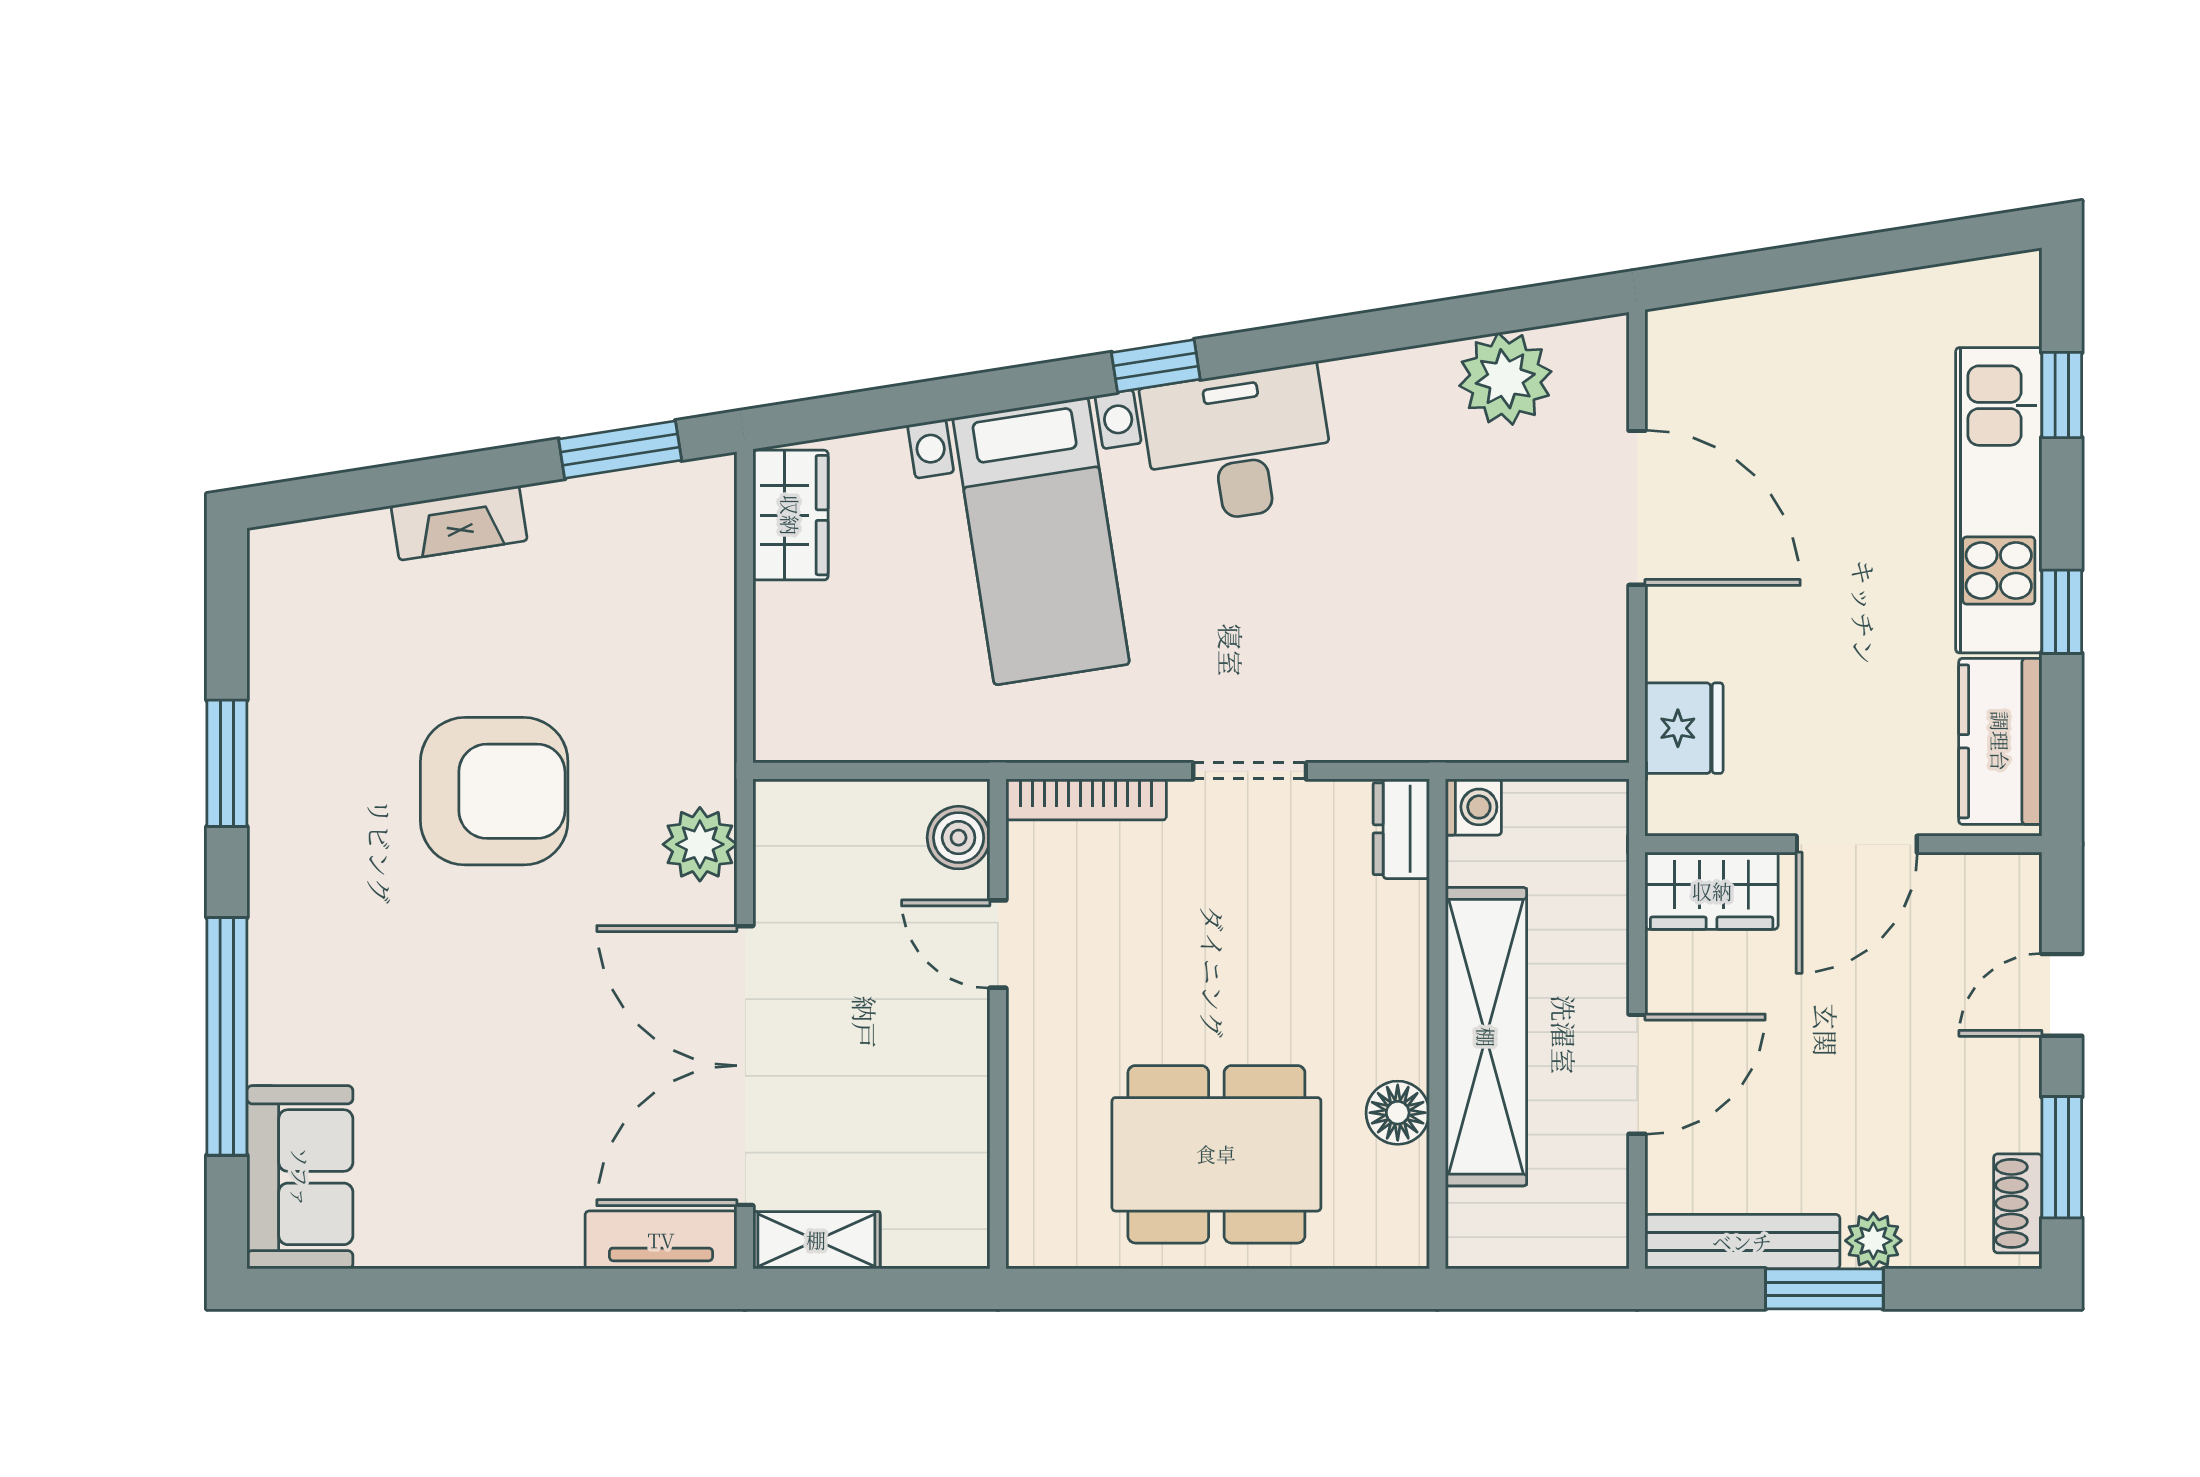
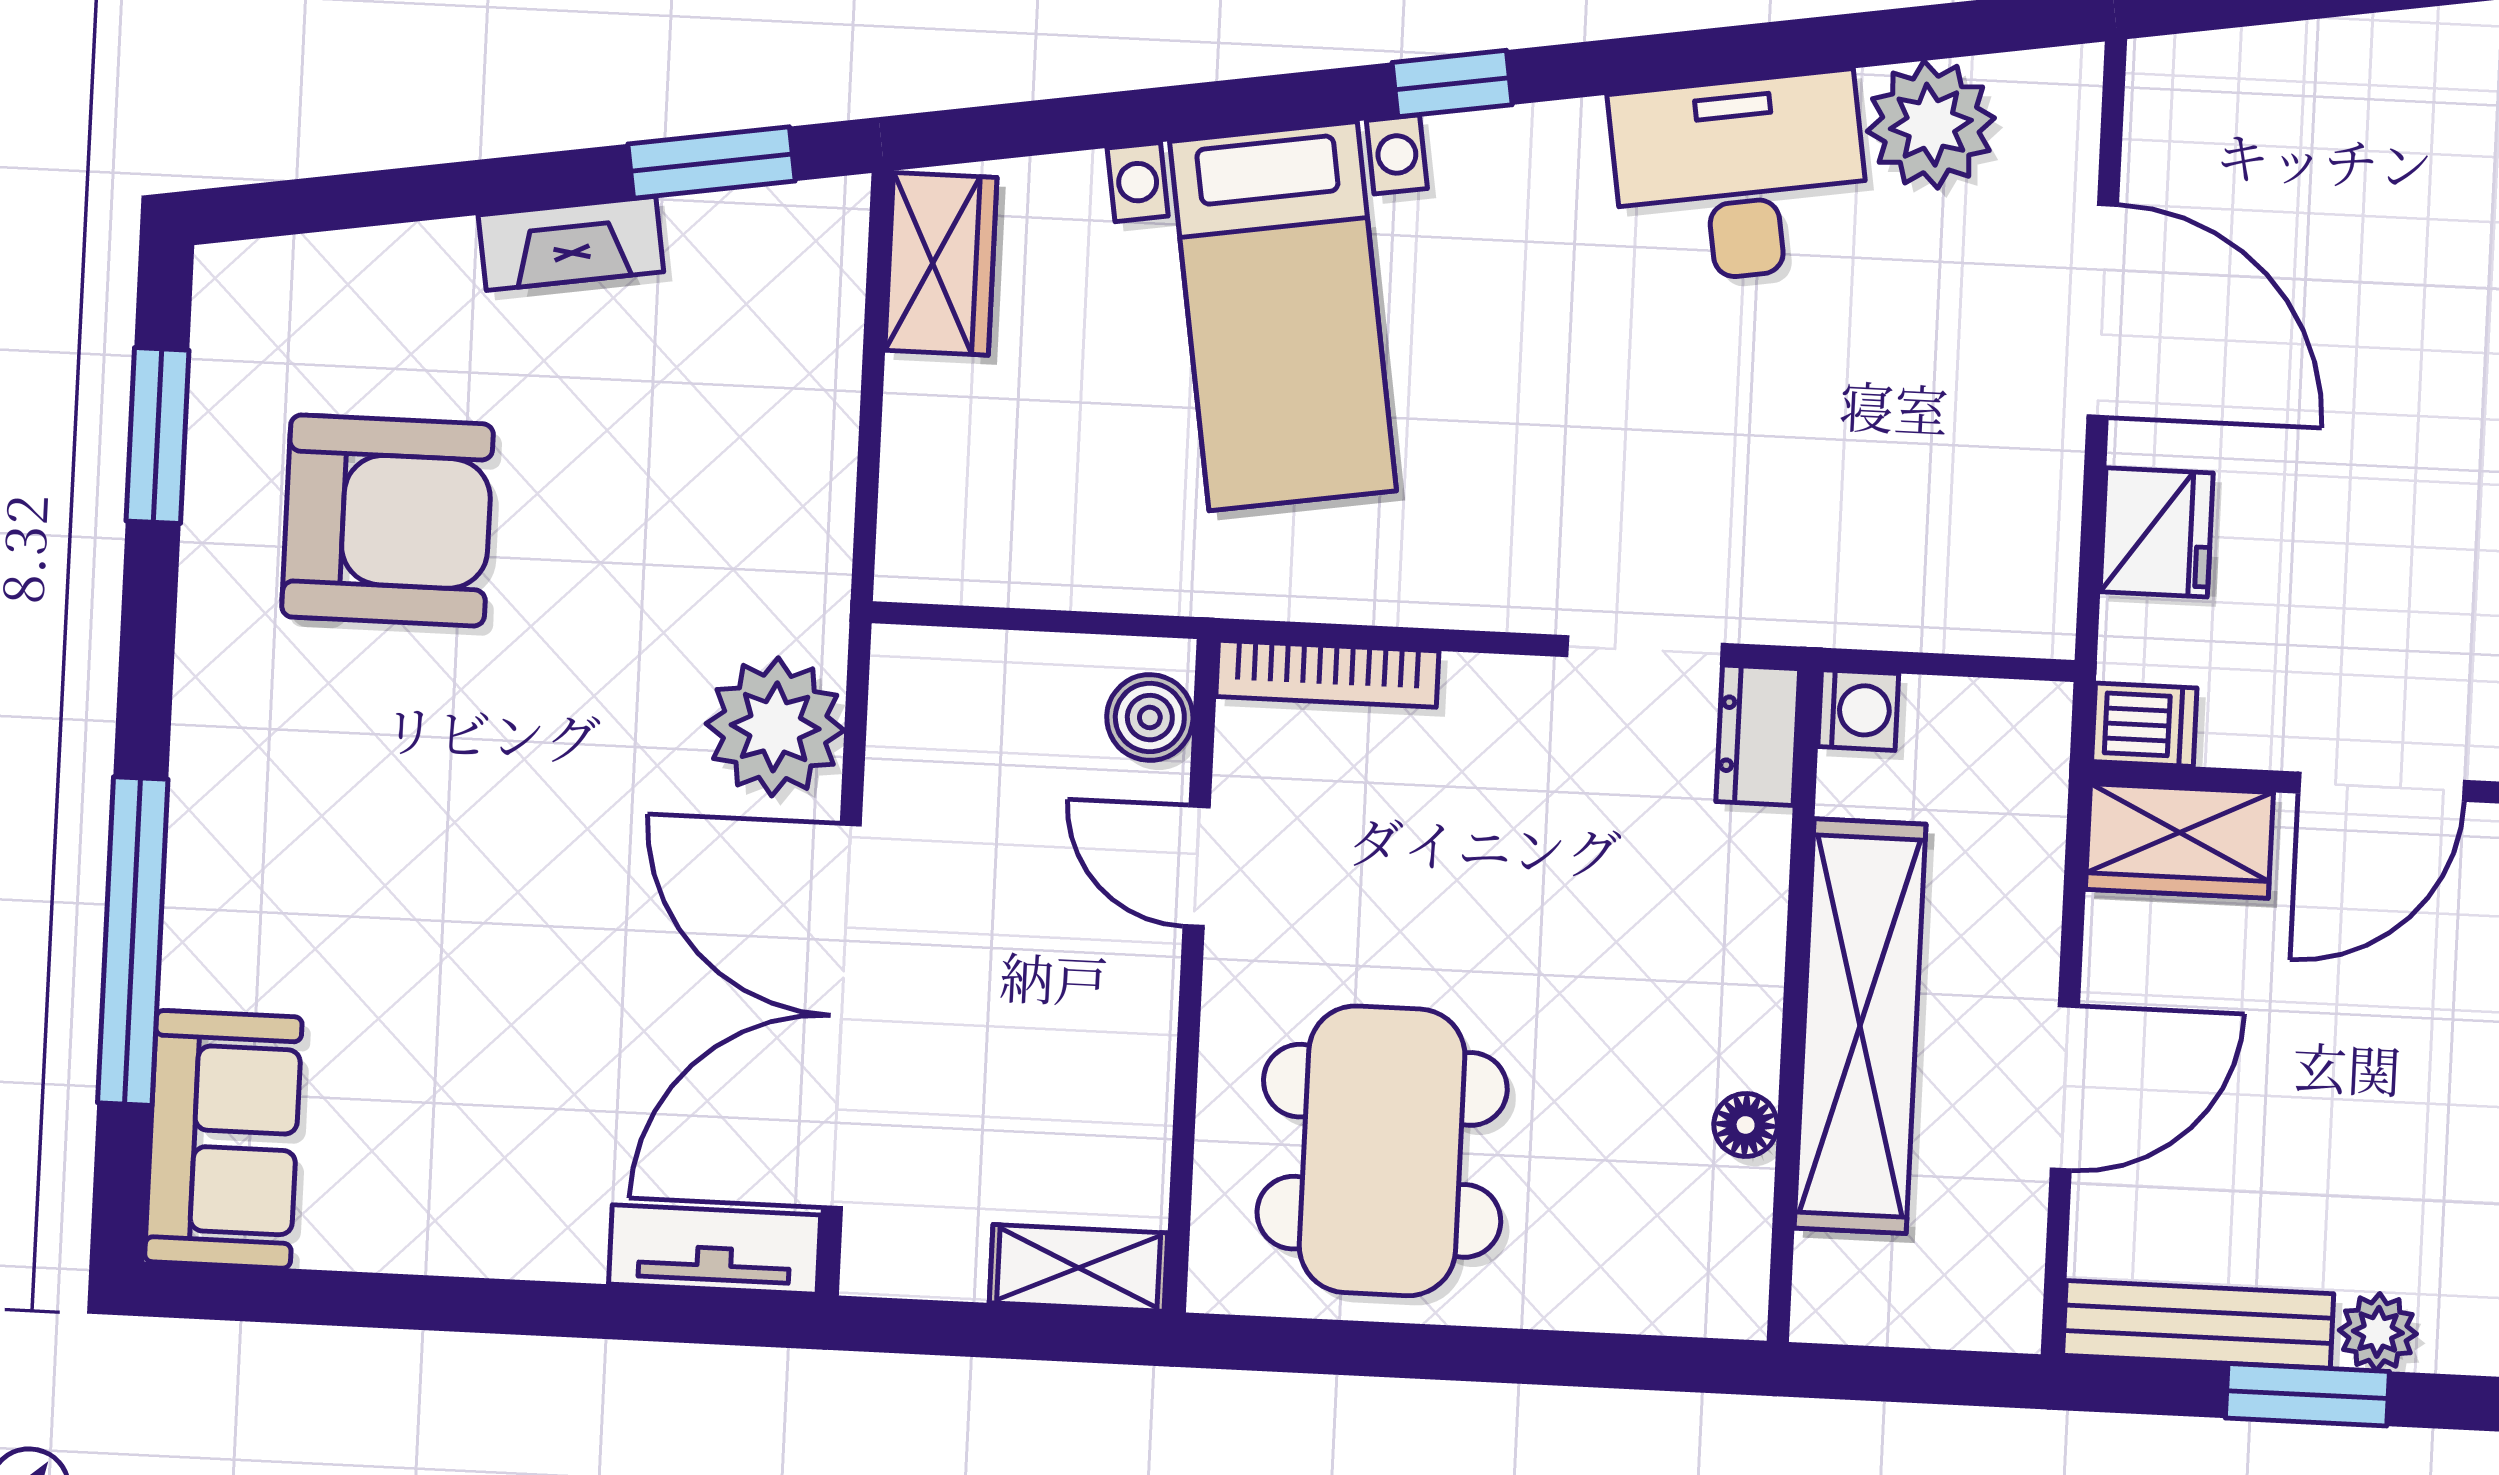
desk: (1238, 445) -> (1740, 178), moved
fireplace: (459, 523) -> (571, 243), moved
fridge: (1684, 728) -> (2157, 532), moved
window: (227, 763) -> (157, 436), moved
doorway: (1250, 771) -> (1644, 650), moved
armchair: (494, 791) -> (388, 520), moved
dishwasher: (1682, 807) -> (2144, 725), added
plant: (700, 844) -> (775, 727), width x1.36, depth x1.36
floor lamp: (1398, 1113) -> (1746, 1125), width x0.73, depth x0.73
dining table: (1216, 1154) -> (1382, 1151), moved, turned 90
shelving: (816, 1240) -> (1079, 1268), moved

